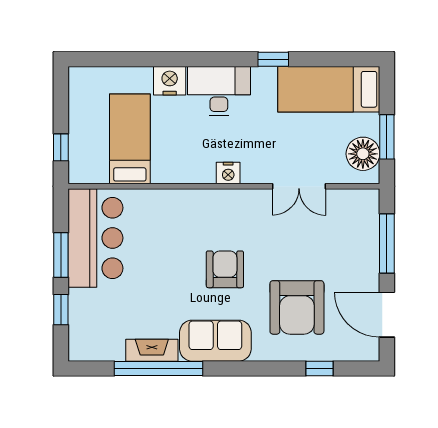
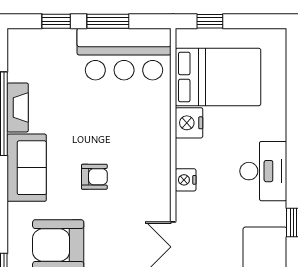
nightstand: (170, 81) -> (189, 123), moved, turned 180
bed: (130, 139) -> (218, 77), width x1.50
armchair: (225, 269) -> (94, 177), width x0.72, depth x0.72

